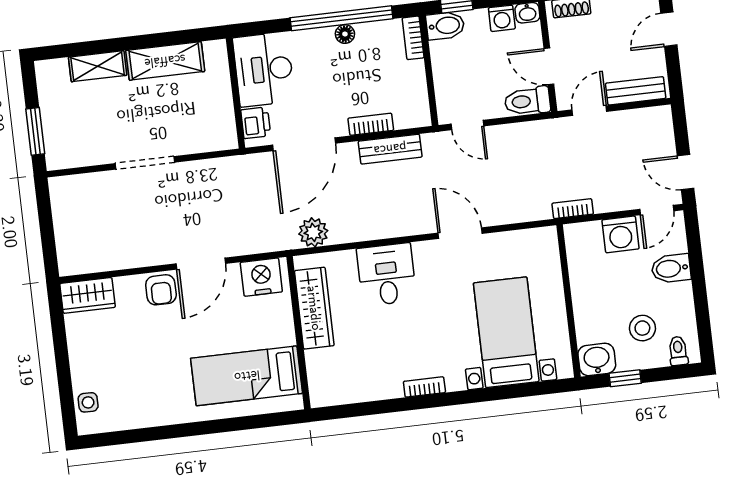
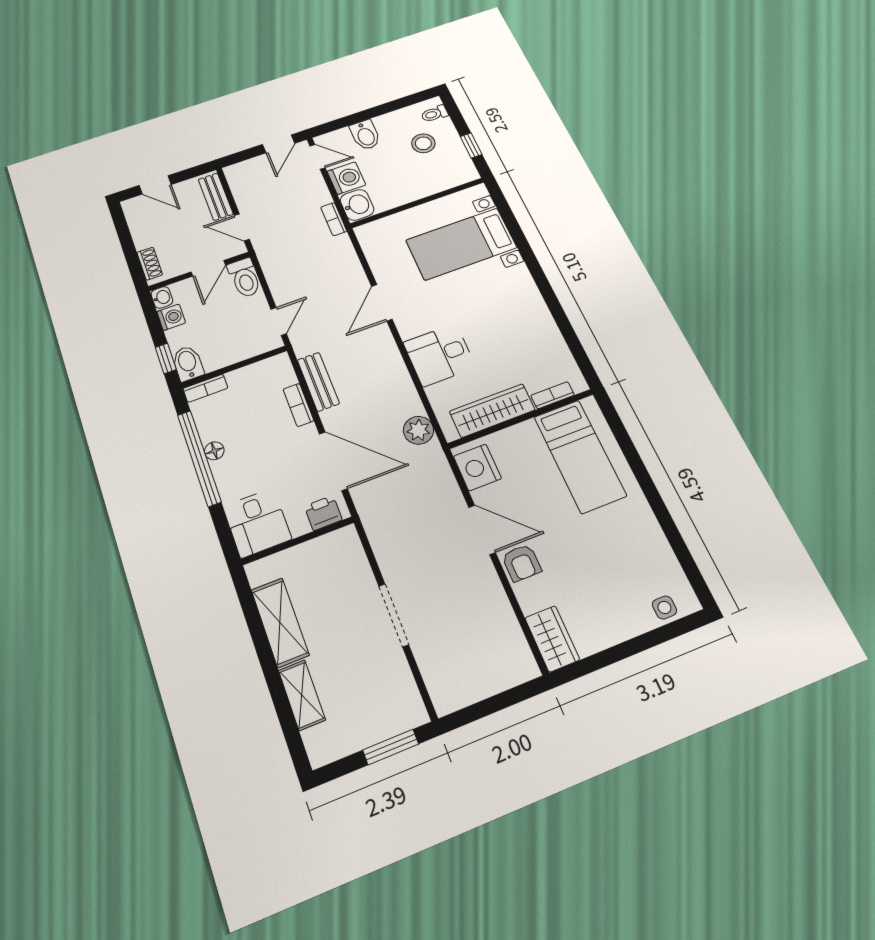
desk: (264, 69) -> (257, 523), width x0.73
armchair: (161, 290) -> (521, 563), turned 90
washbasin: (597, 359) -> (357, 205), moved, turned 180
bookcase: (424, 387) -> (553, 395), moved, turned 90

